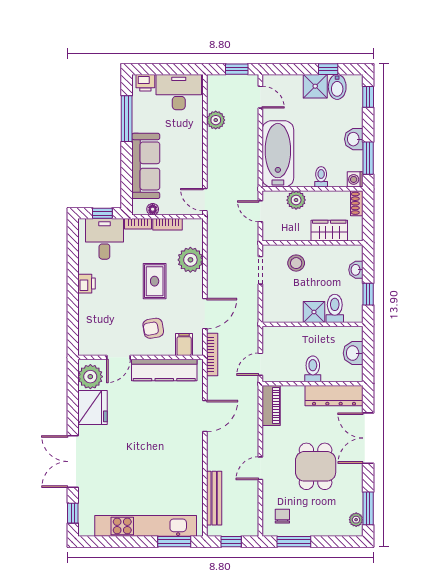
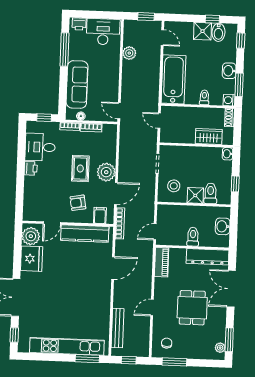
plant: (296, 200) -> (185, 113), removed
desk: (104, 239) -> (40, 147), moved, turned -90
plant: (190, 260) -> (106, 172), moved
stool: (296, 263) -> (174, 186), moved
washbasin: (356, 270) -> (228, 154), moved

